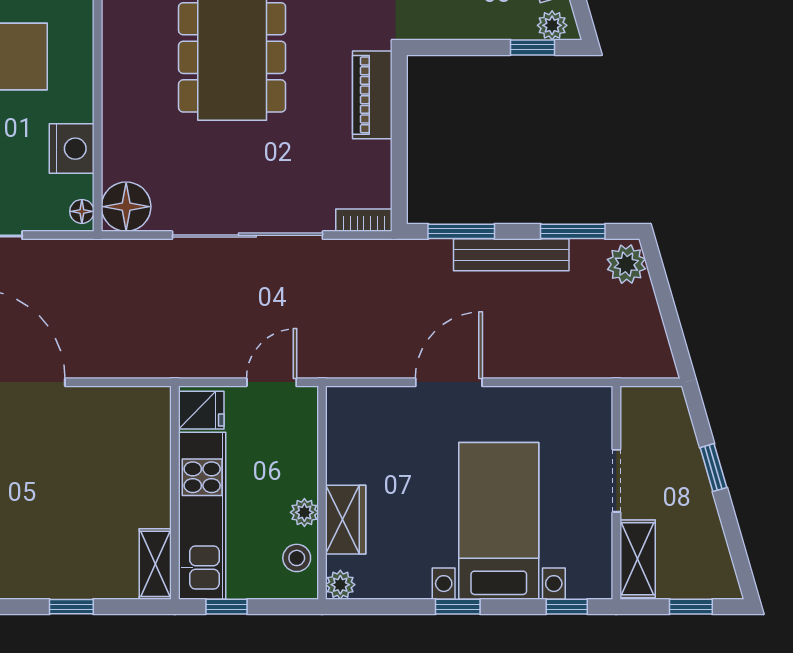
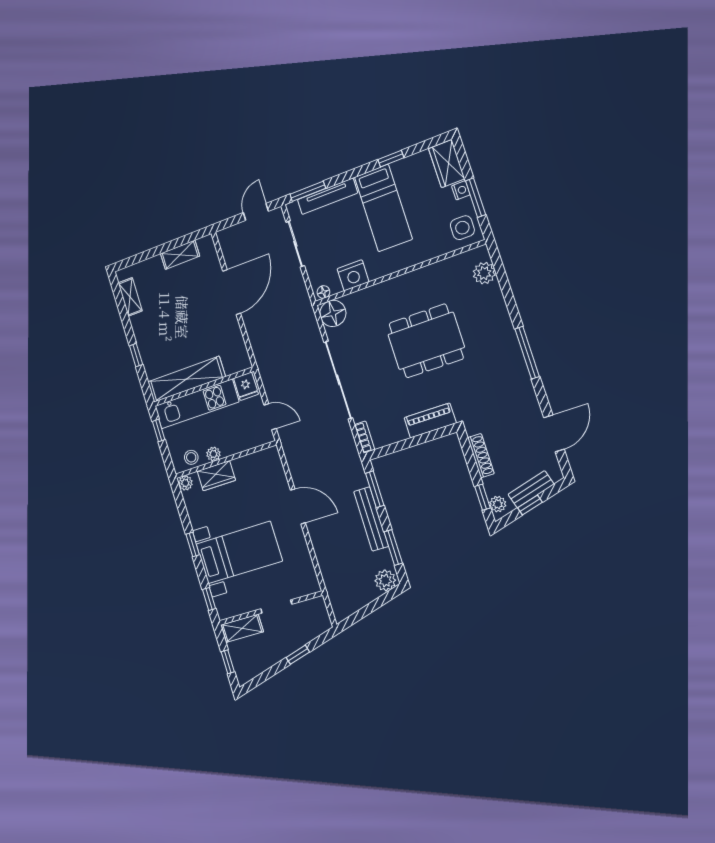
shoe rack: (461, 27) -> (481, 456), added
shelving: (155, 564) -> (186, 379), width x2.20, depth x1.33

